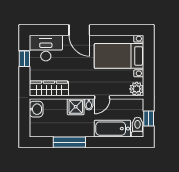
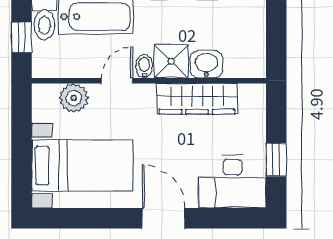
wardrobe: (49, 89) -> (197, 99), moved
plant: (137, 89) -> (74, 98), moved
washbasin: (36, 109) -> (206, 64), moved, turned 90

